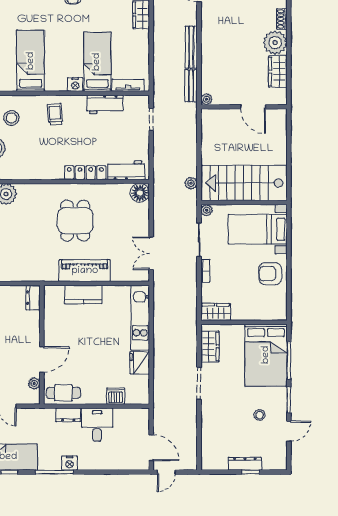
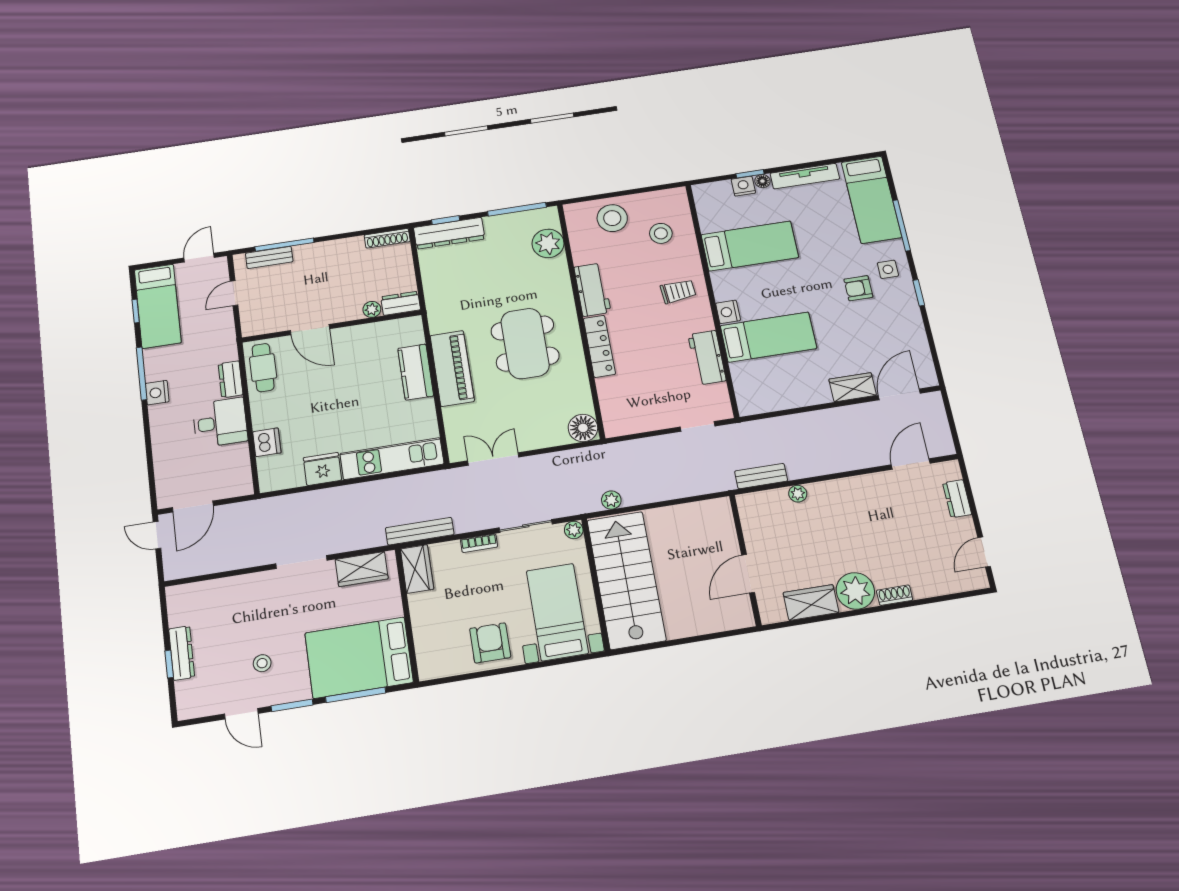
bench: (191, 47) -> (420, 531), moved
tv unit: (128, 85) -> (742, 385), removed
plant: (207, 99) -> (798, 494), moved
workbench: (126, 170) -> (592, 290), moved
dining table: (75, 221) -> (525, 343), width x1.38
plant: (34, 383) -> (372, 309), moved

